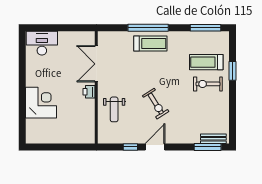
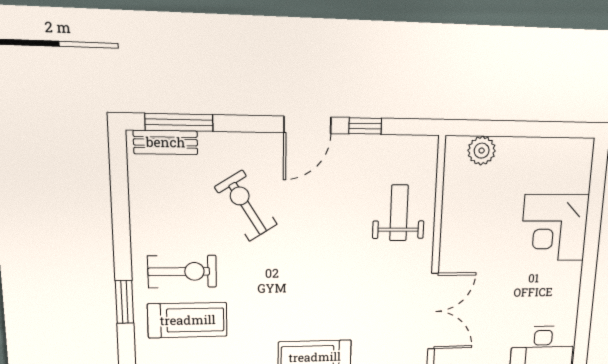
printer: (89, 92) -> (452, 252), removed
exercise bike: (156, 104) -> (246, 206), moved
plant: (78, 137) -> (482, 151), added

